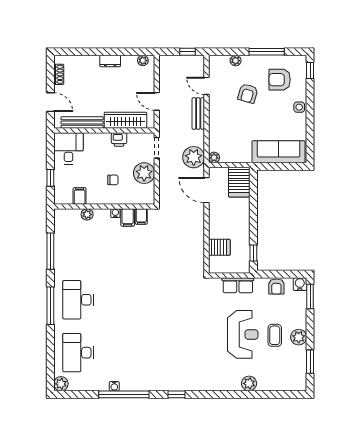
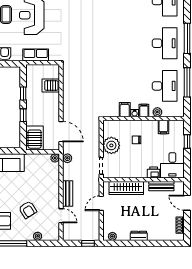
window: (187, 52) -> (88, 243), moved
armchair: (248, 93) -> (28, 210), turned 132
door: (157, 101) -> (101, 203), swing flipped
bench: (82, 123) -> (161, 186), width x0.73
printer: (119, 139) -> (154, 173), moved
plant: (194, 157) -> (67, 158), width x0.53, depth x0.53
window: (253, 211) -> (23, 115), added
filing cabinet: (141, 216) -> (144, 110), moved
desk: (78, 247) -> (165, 86), added
window: (253, 253) -> (23, 94), moved

